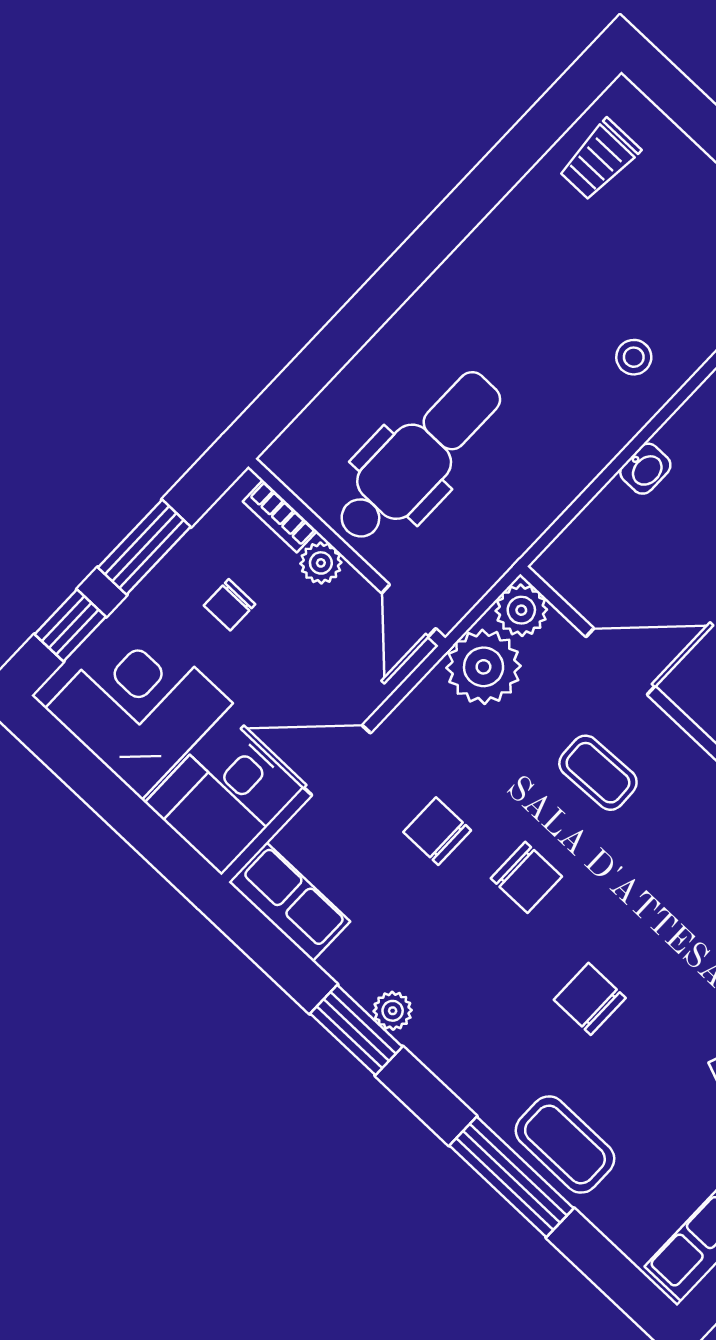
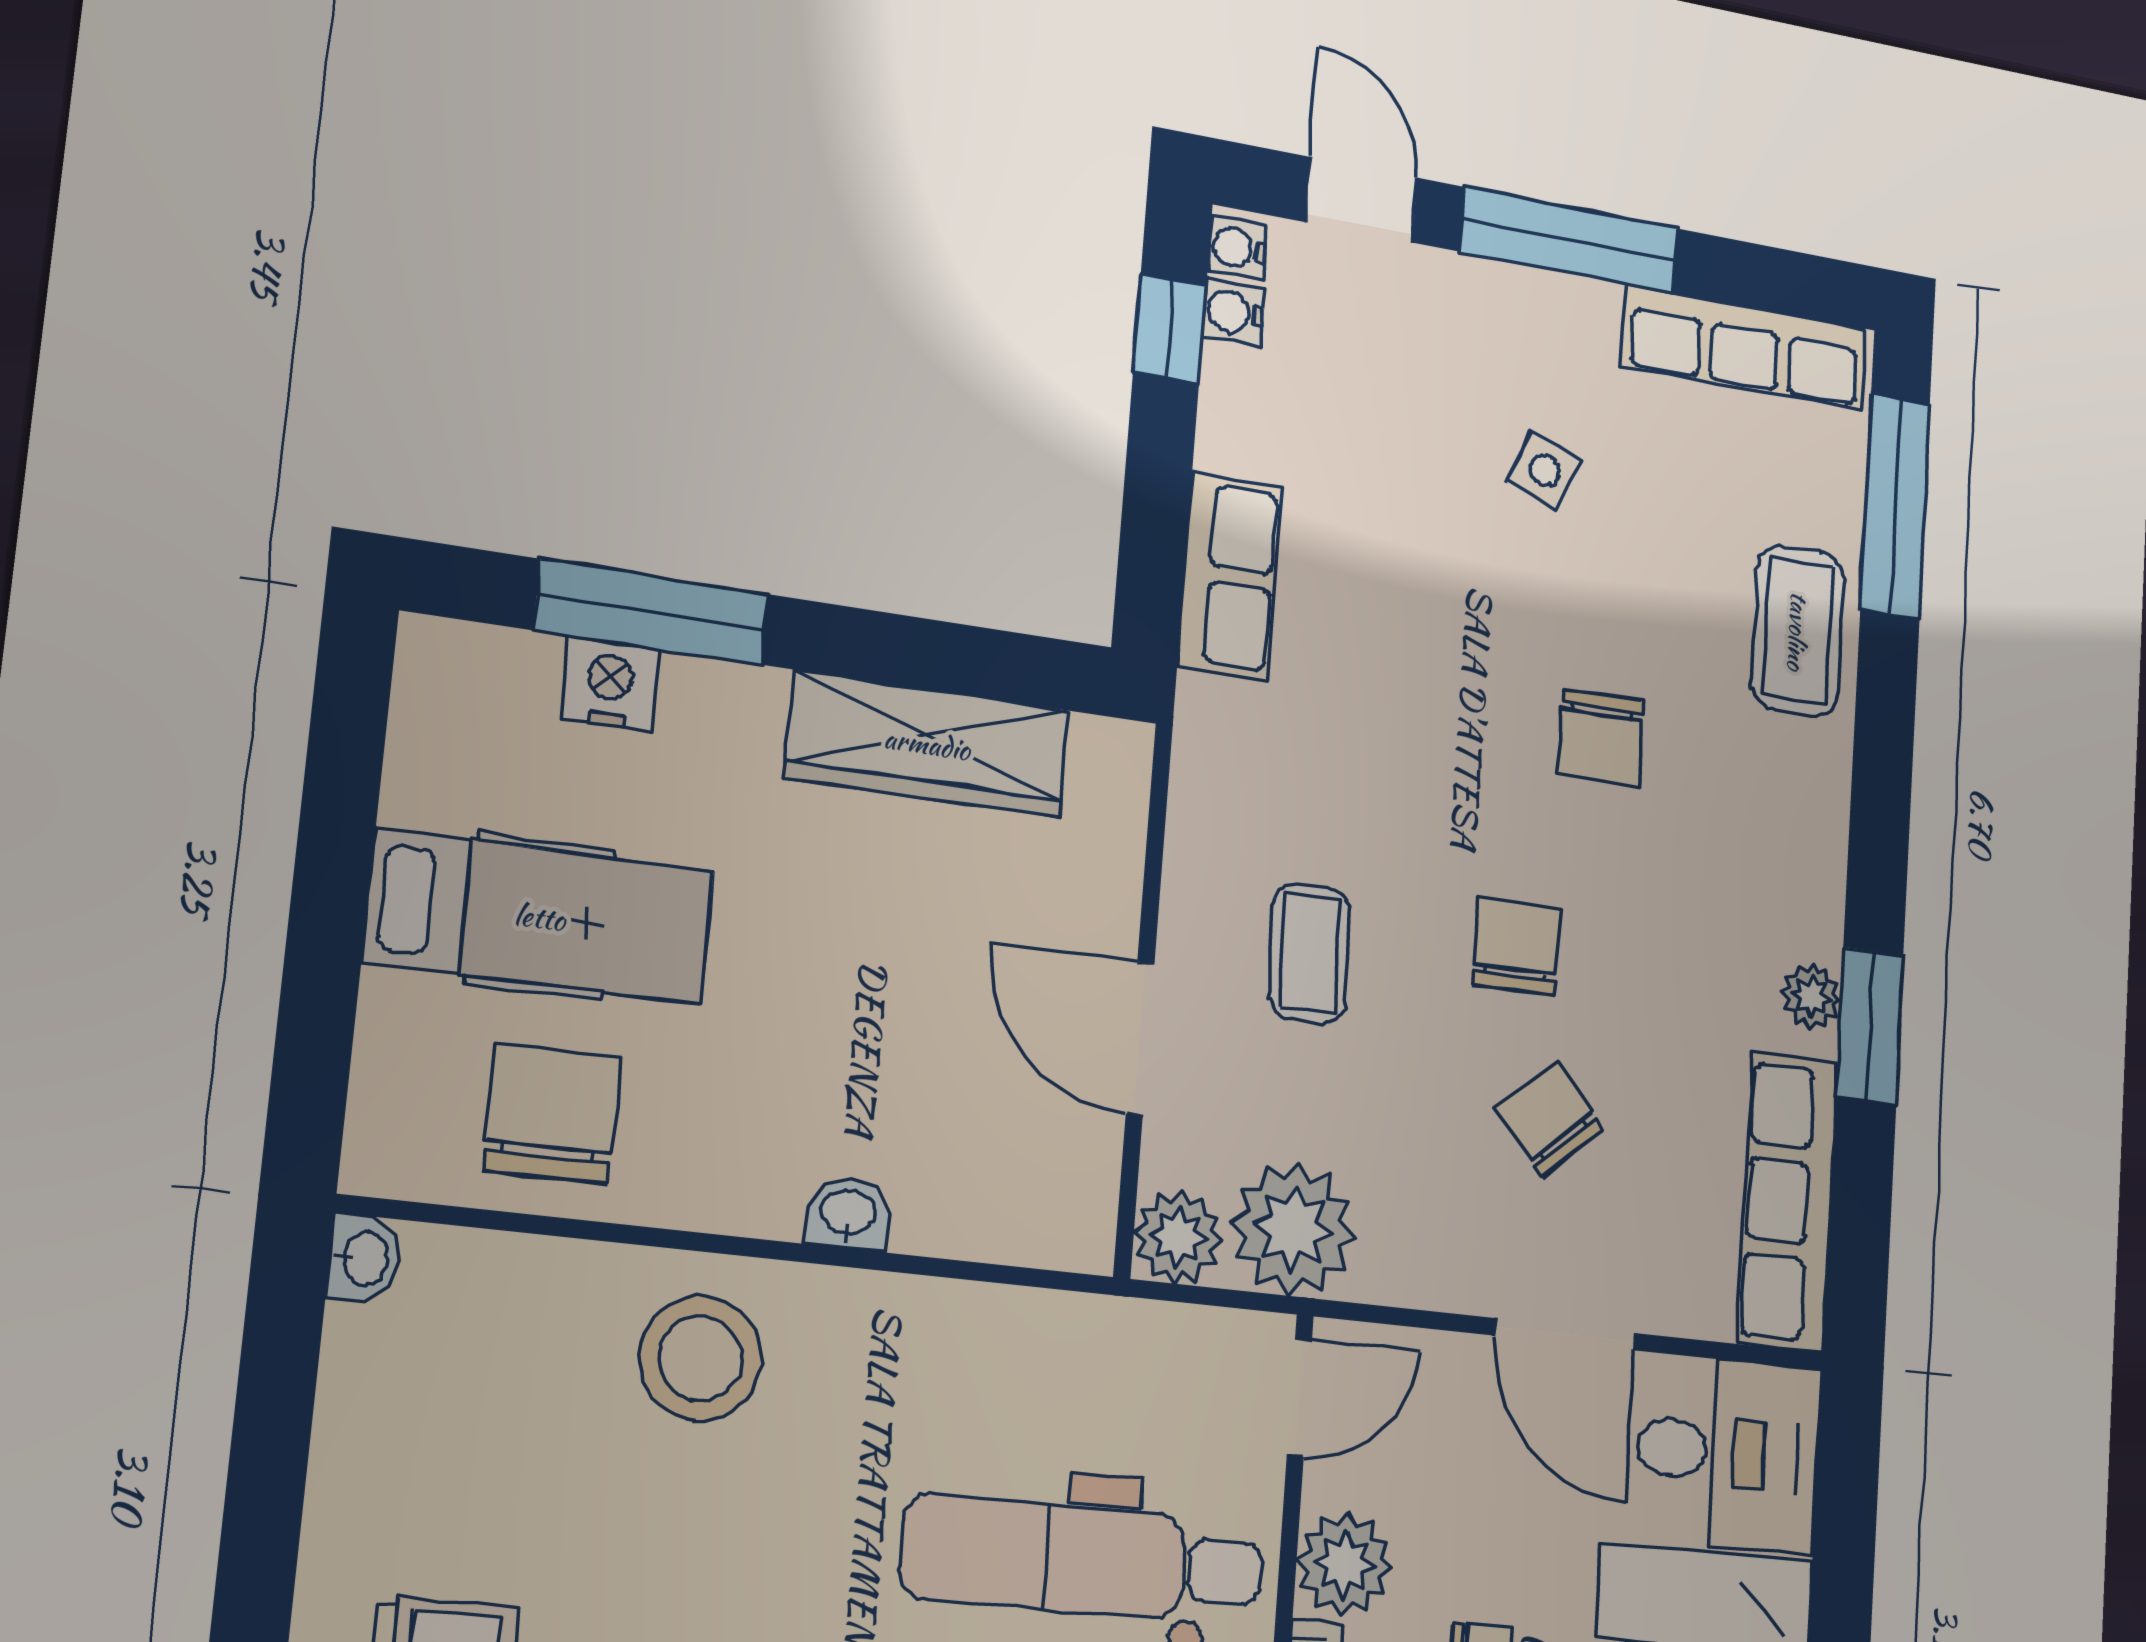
stool: (634, 357) -> (701, 1358), width x1.89, depth x1.89
plant: (321, 563) -> (1344, 1564), width x1.38, depth x1.38
chair: (437, 831) -> (1550, 1119), turned 140
row of seats: (289, 902) -> (1788, 1202), width x1.48
window: (511, 1177) -> (1895, 507), moved

